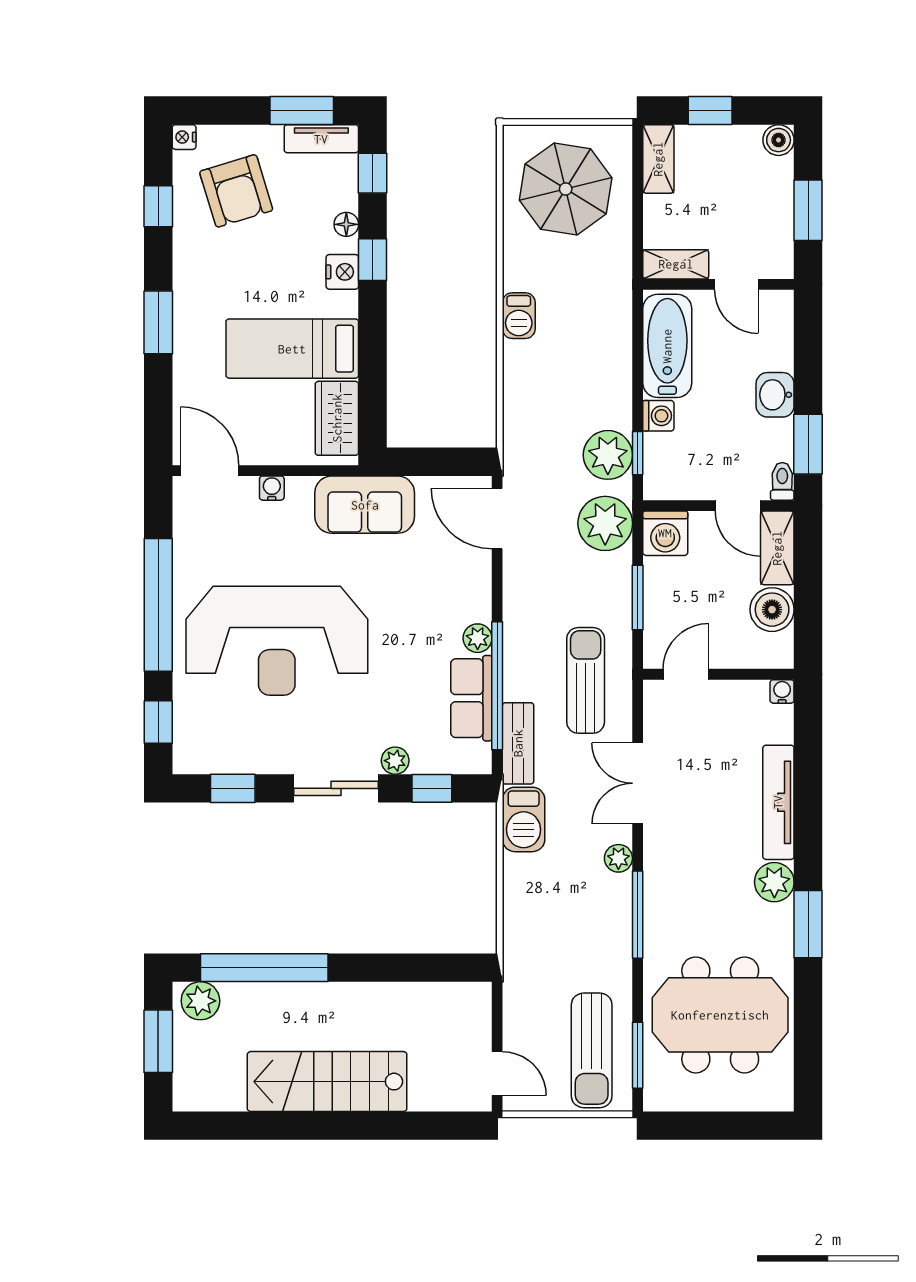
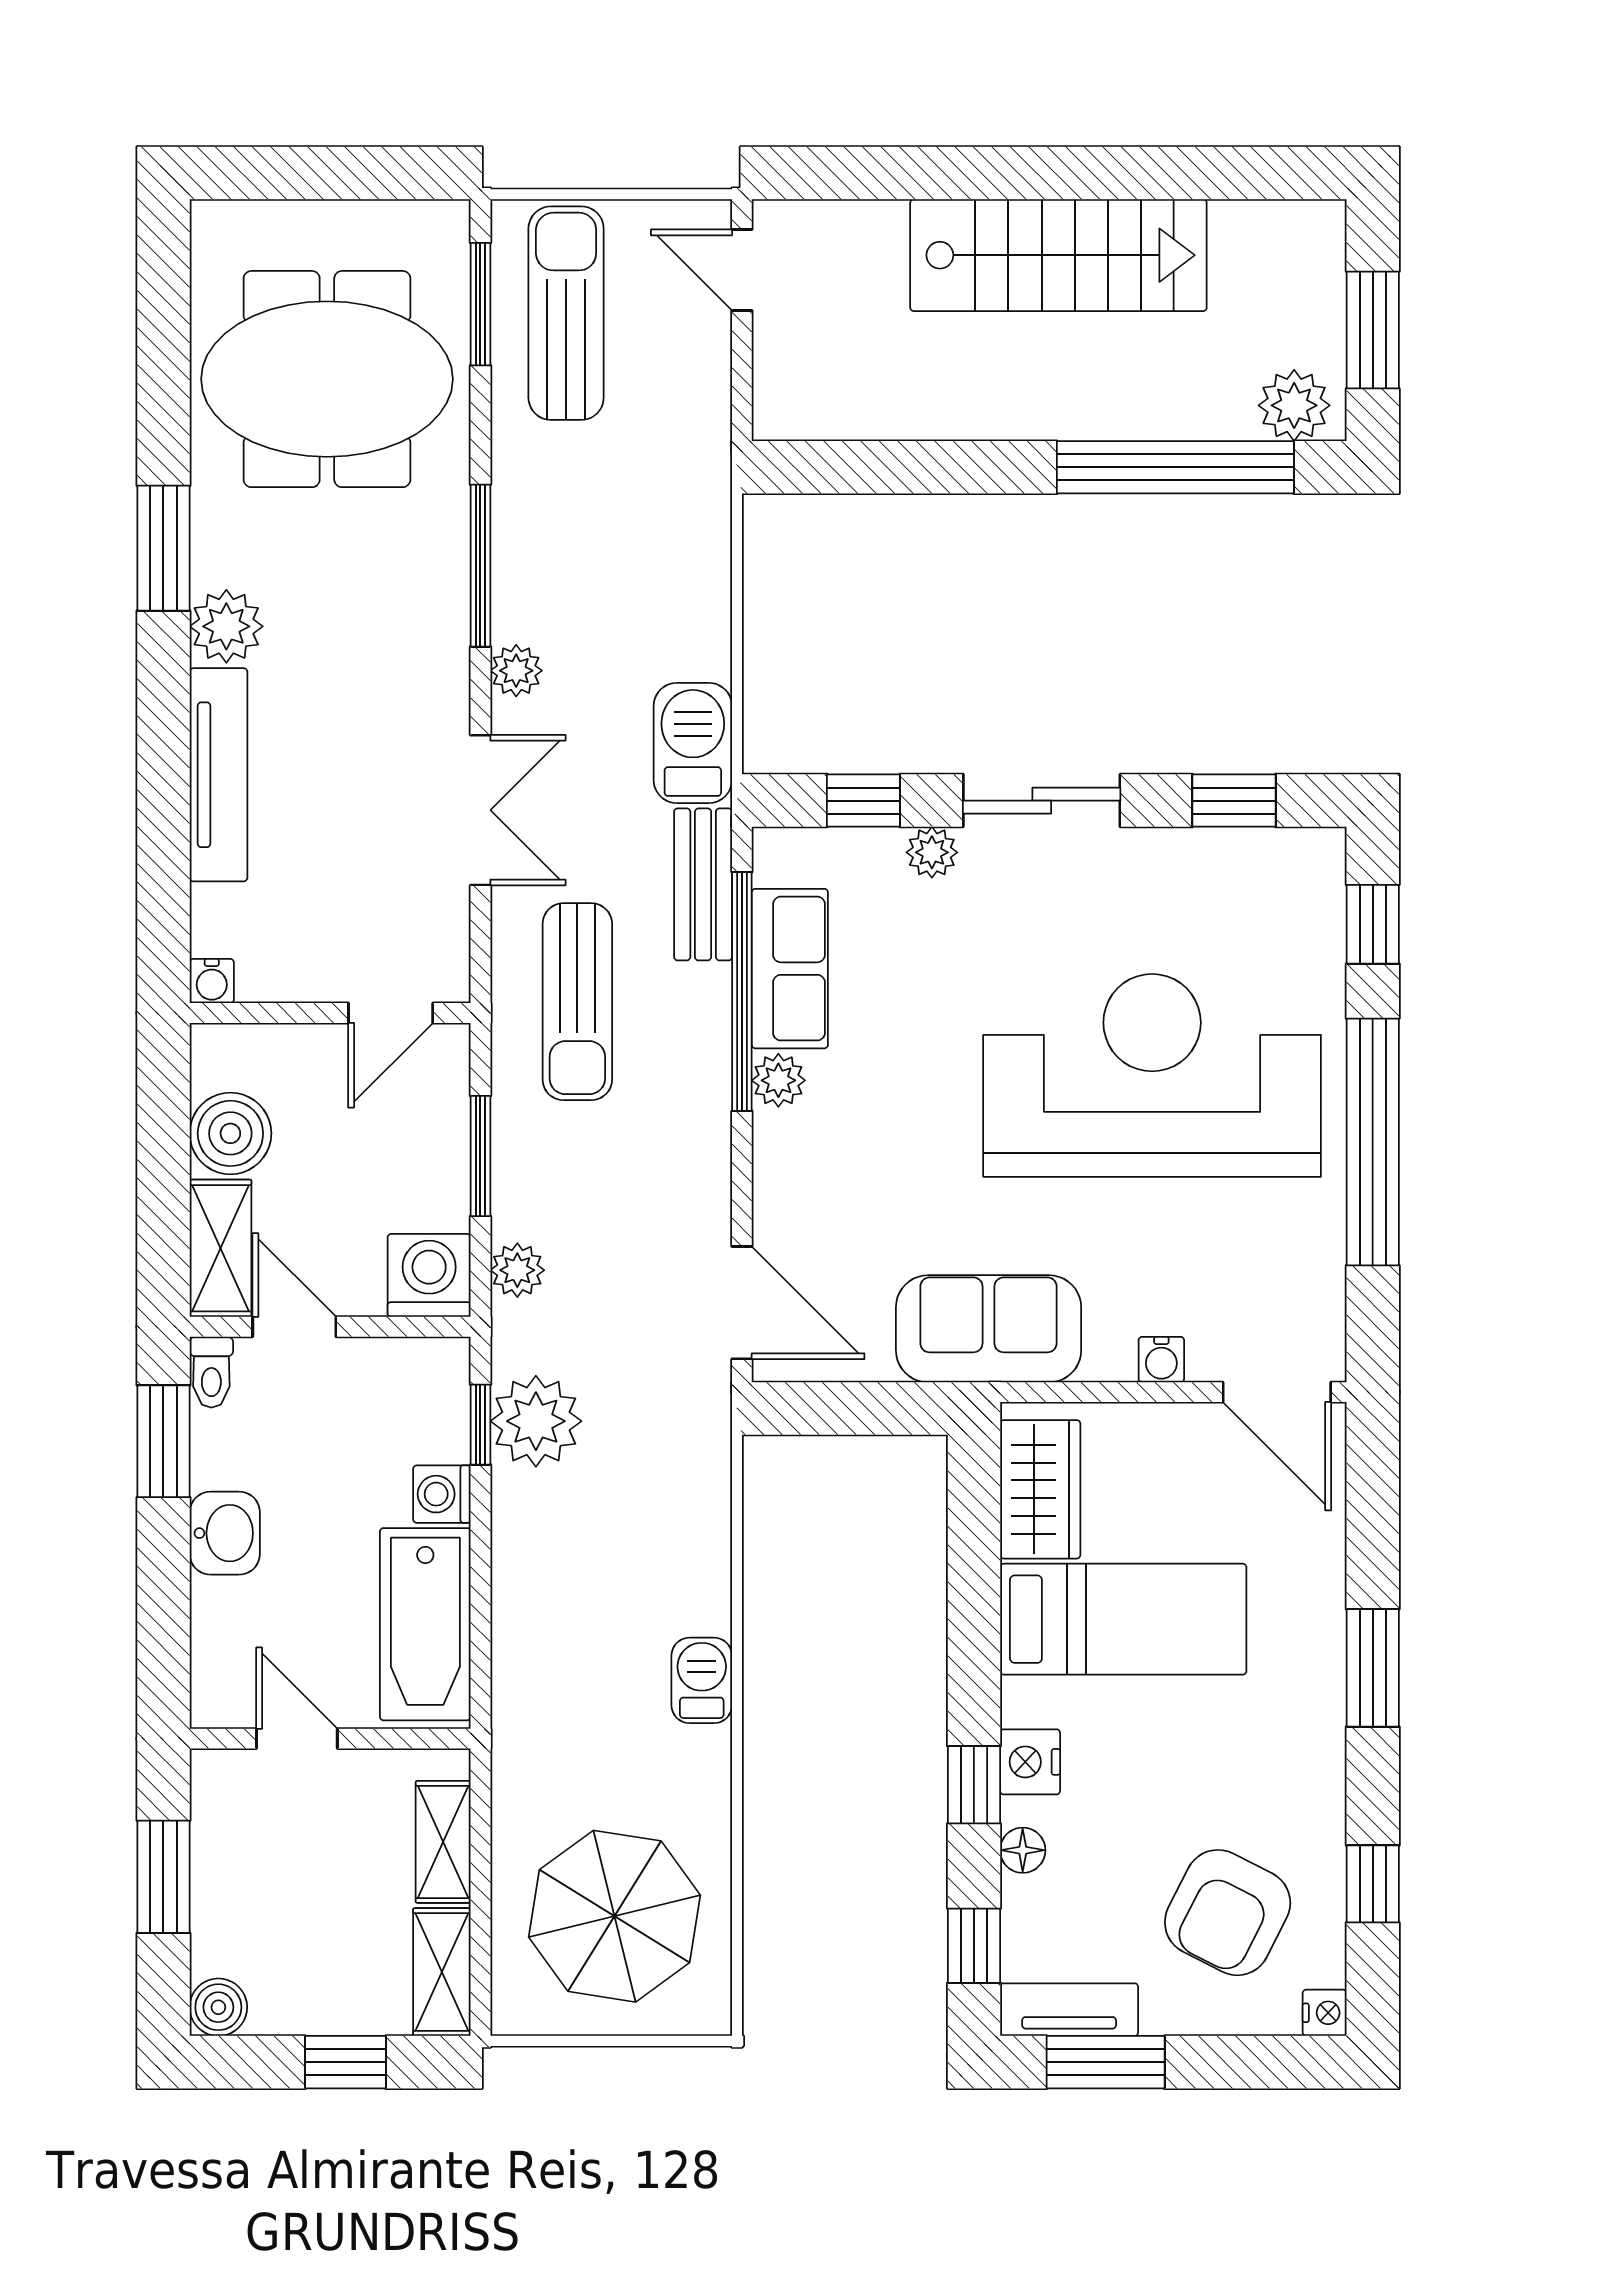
armchair: (236, 191) -> (1228, 1913), turned -136
shelving: (676, 264) -> (443, 1842), moved, turned 90
plant: (605, 523) -> (517, 1270), width x0.53, depth x0.53

